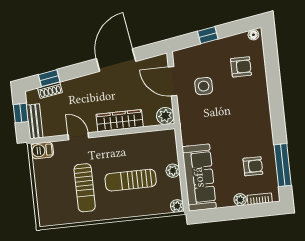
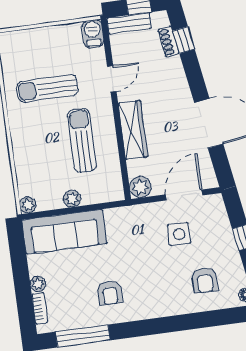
armchair: (253, 166) -> (110, 293), moved
sun lounger: (131, 180) -> (82, 140), moved

